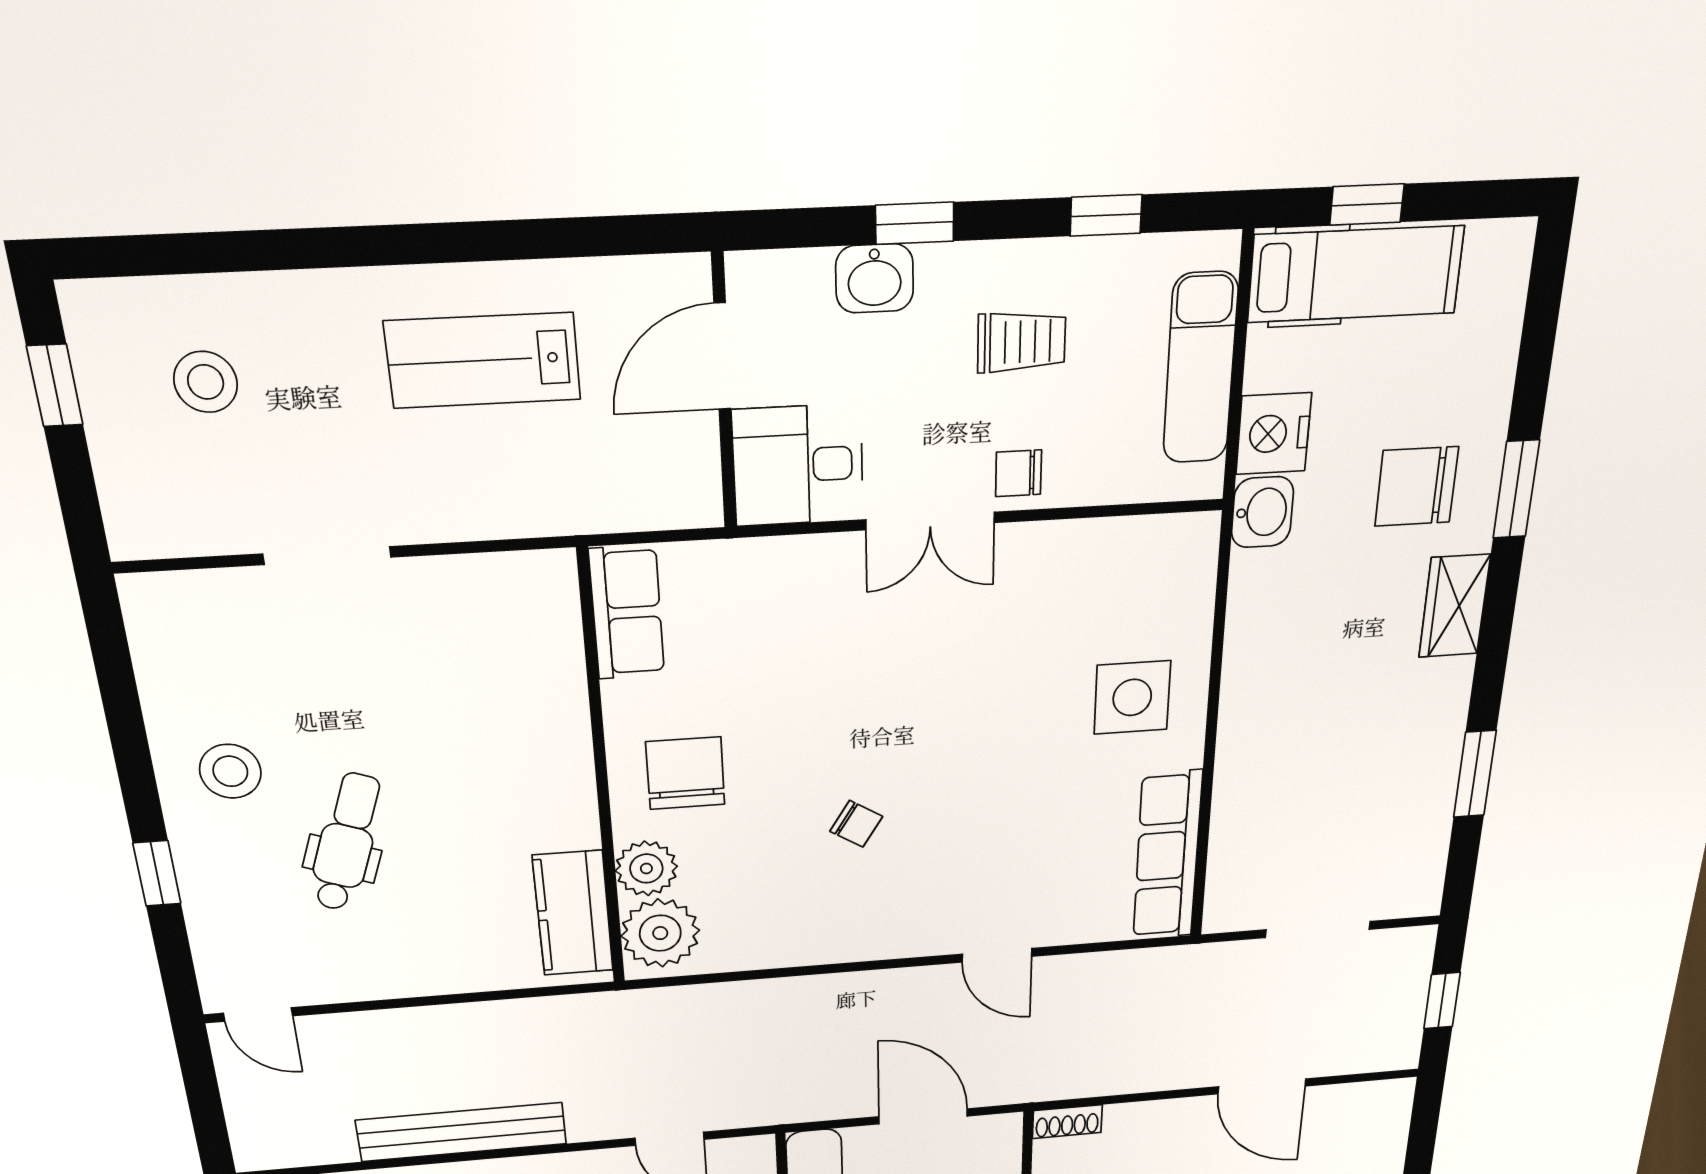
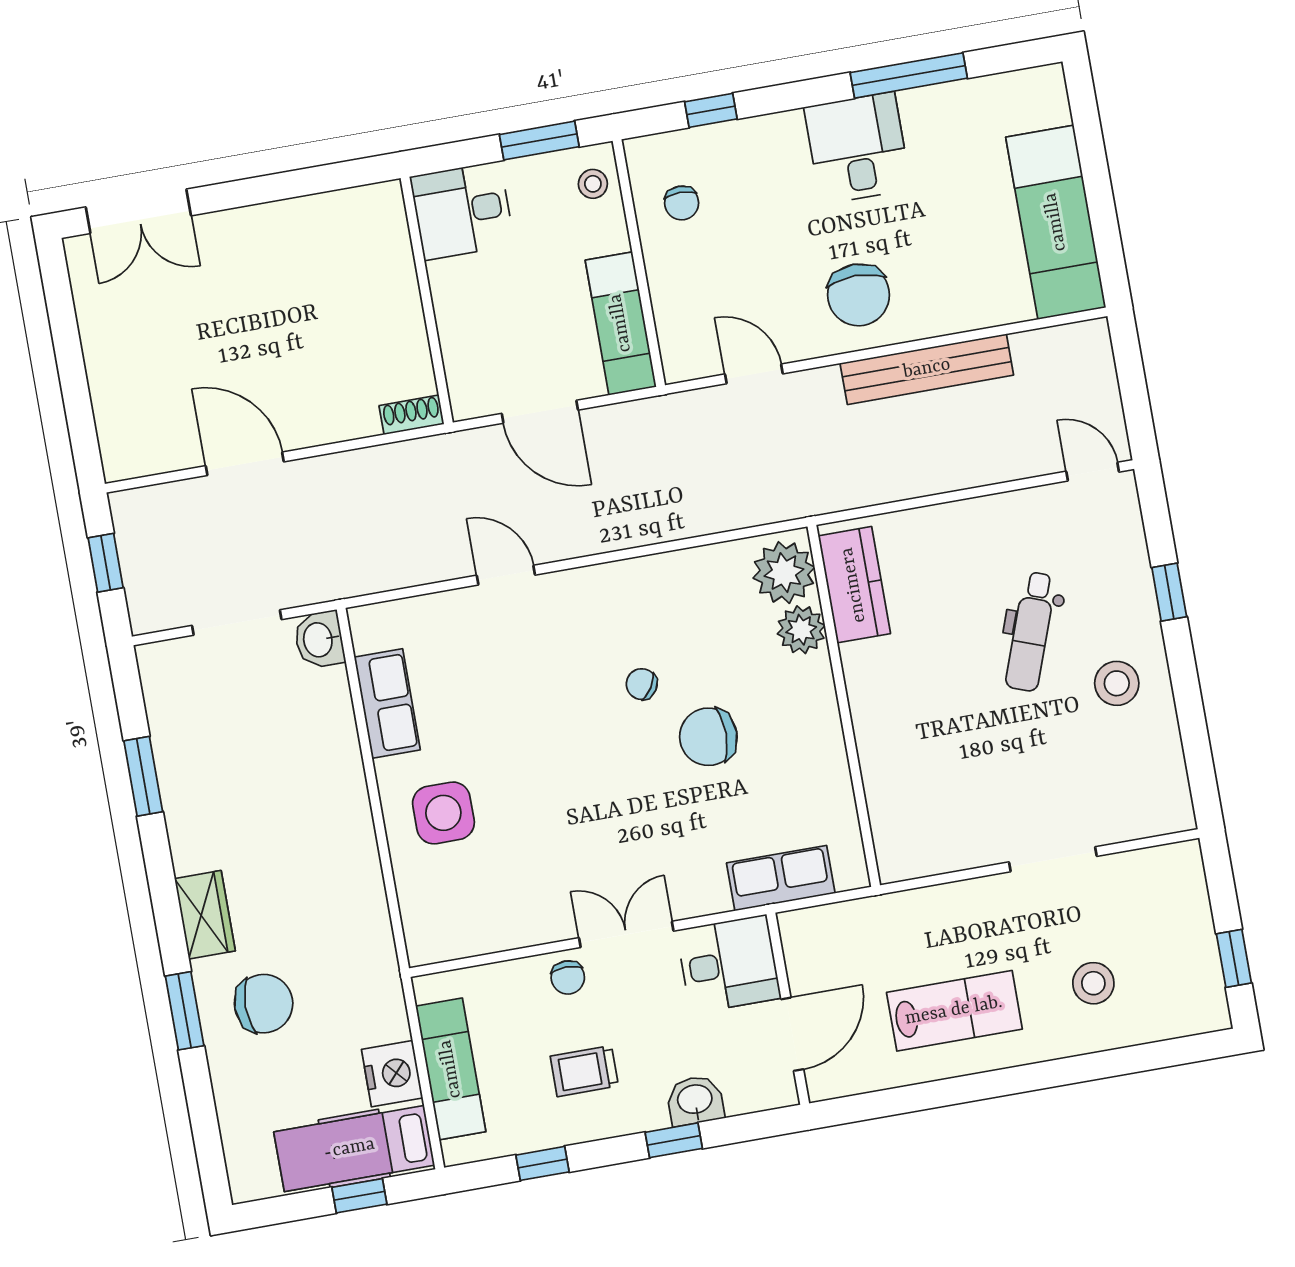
stool: (206, 382) -> (1093, 983), moved
nightstand: (1274, 434) -> (392, 1074), moved
chair: (1018, 473) -> (568, 977), turned 90
washbasin: (1262, 512) -> (319, 640), moved
row of seats: (627, 613) -> (781, 878), moved, turned 90
chair: (685, 773) -> (708, 737), moved, turned 90
row of seats: (1167, 856) -> (387, 704), width x0.68

